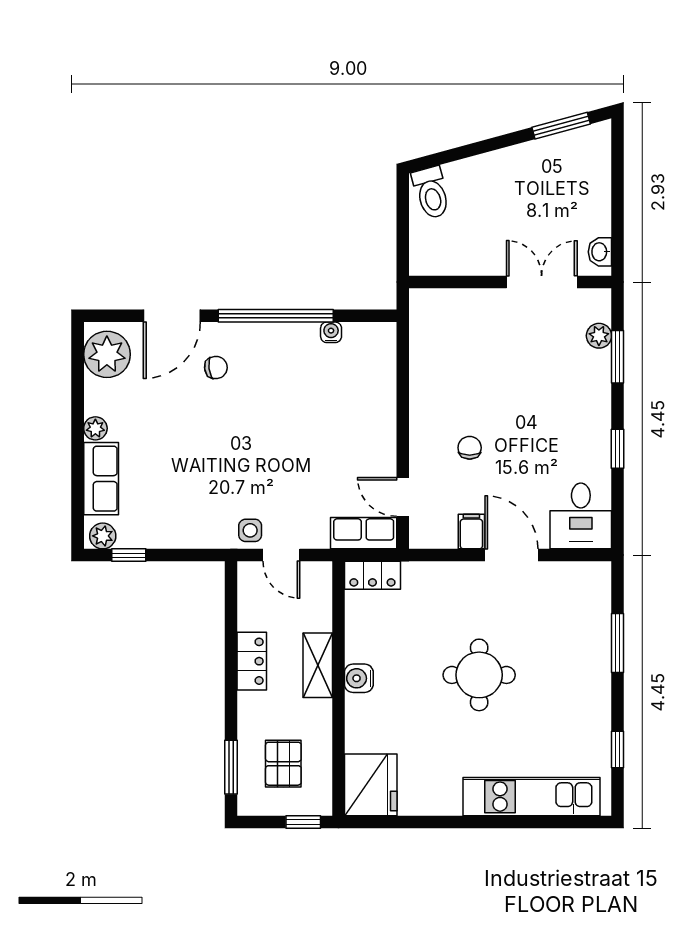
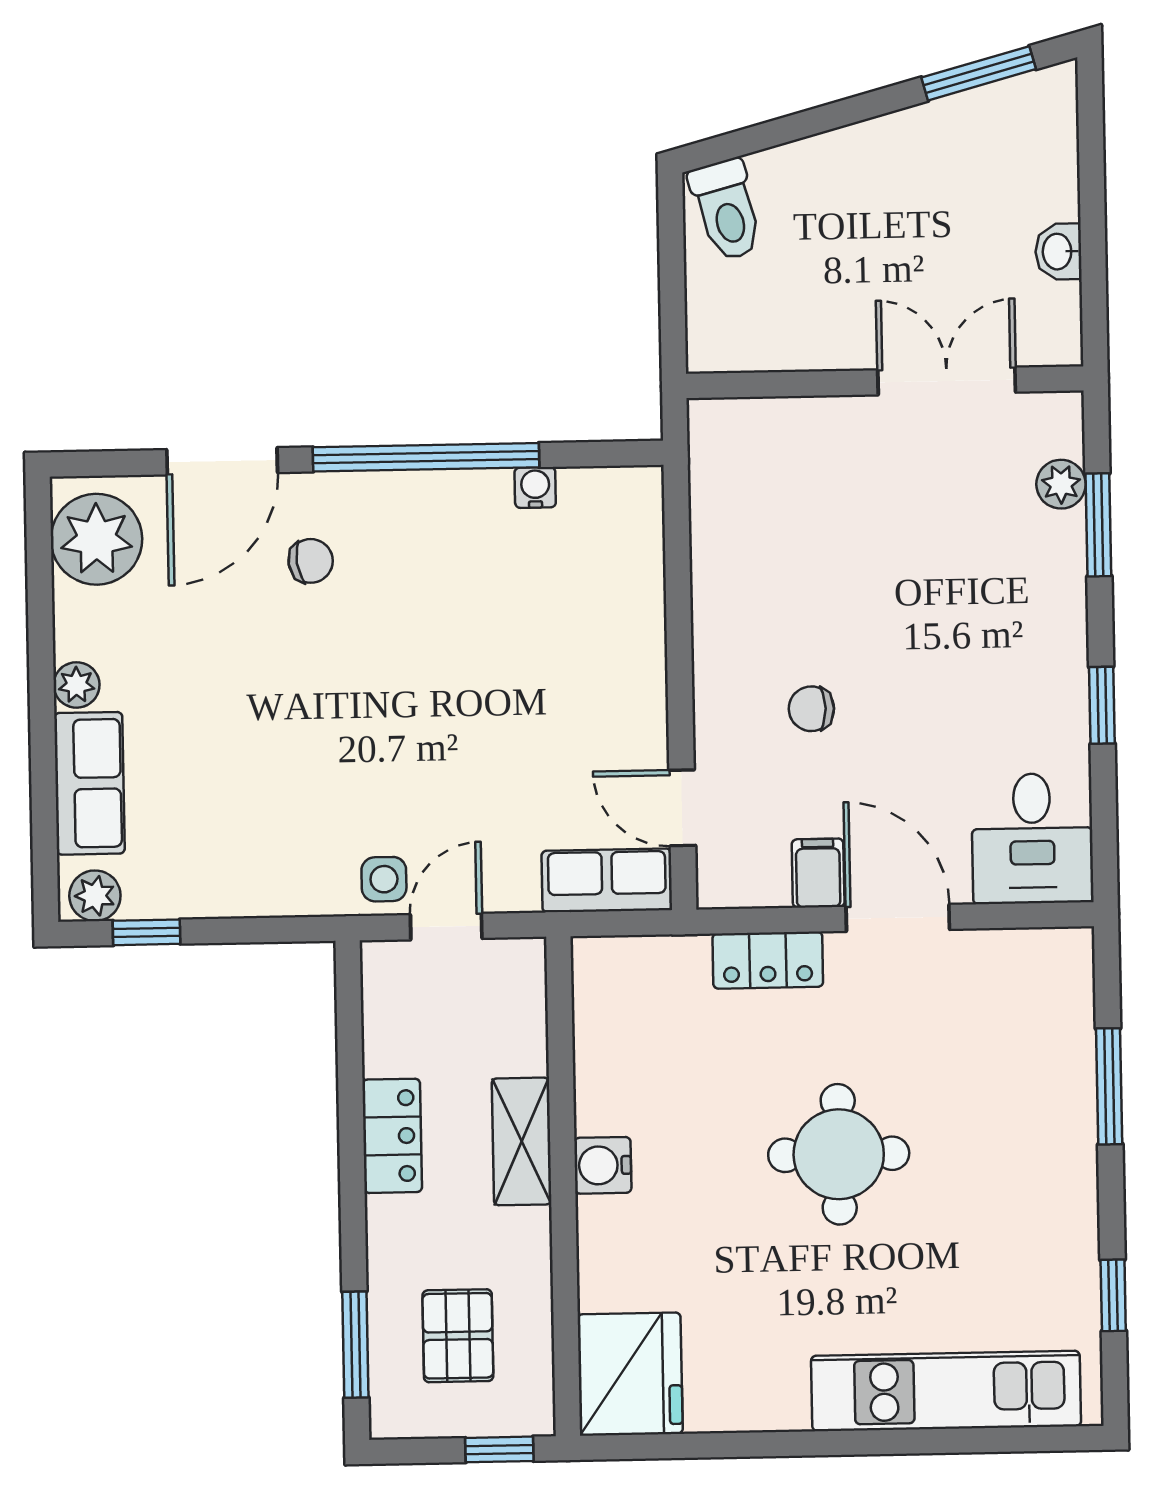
washbasin: (600, 252) -> (1058, 252), moved
chair: (470, 448) -> (811, 709), turned -90
door: (281, 555) -> (446, 927), swing flipped
locker: (372, 575) -> (768, 960), moved

